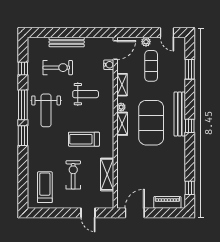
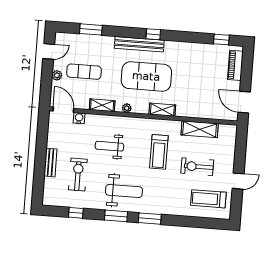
bench: (67, 42) -> (50, 163), width x0.73
weight bench: (86, 94) -> (109, 146), turned -90
window: (23, 105) -> (116, 216), width x0.69
shelving: (122, 124) -> (162, 110), moved
door: (88, 213) -> (238, 181), moved

